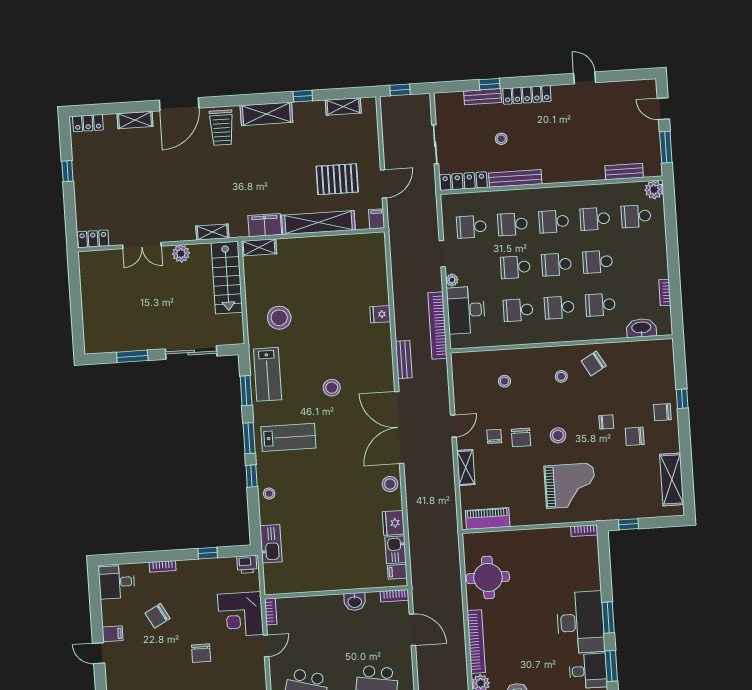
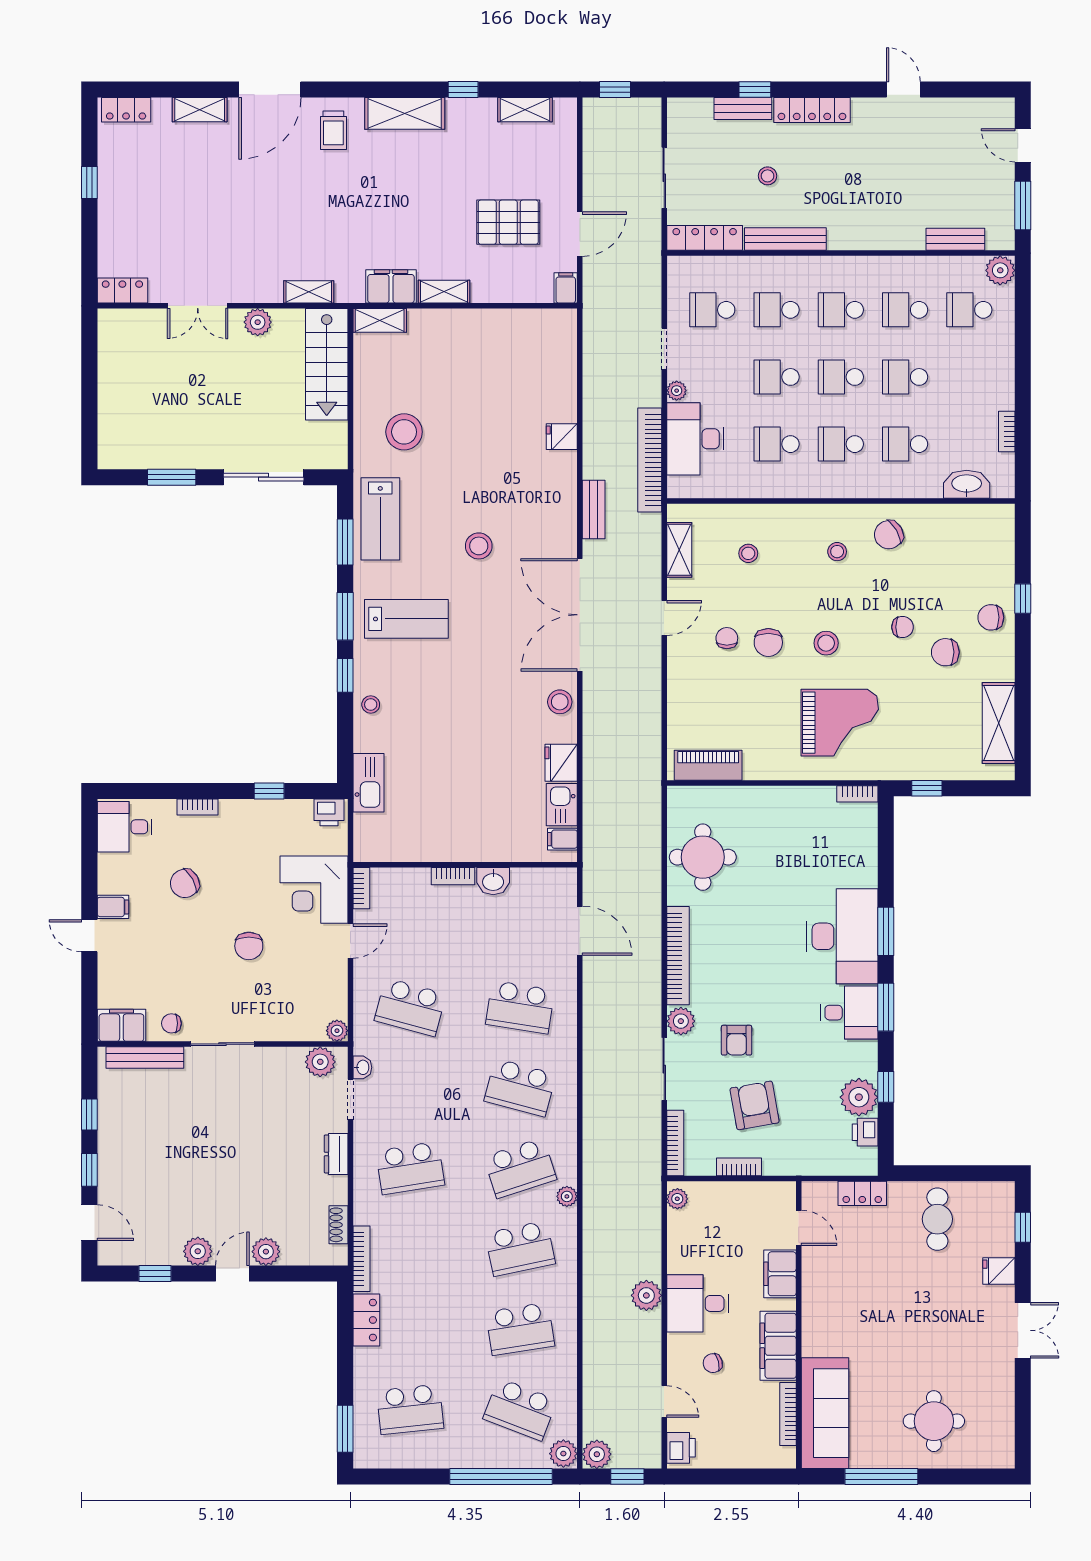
trolley: (222, 128) -> (333, 130), width x0.73, depth x0.72
shelving: (318, 223) -> (444, 292), width x0.45, depth x0.75
shelving: (466, 468) -> (679, 550), moved
bookcase: (394, 596) -> (453, 876), moved

